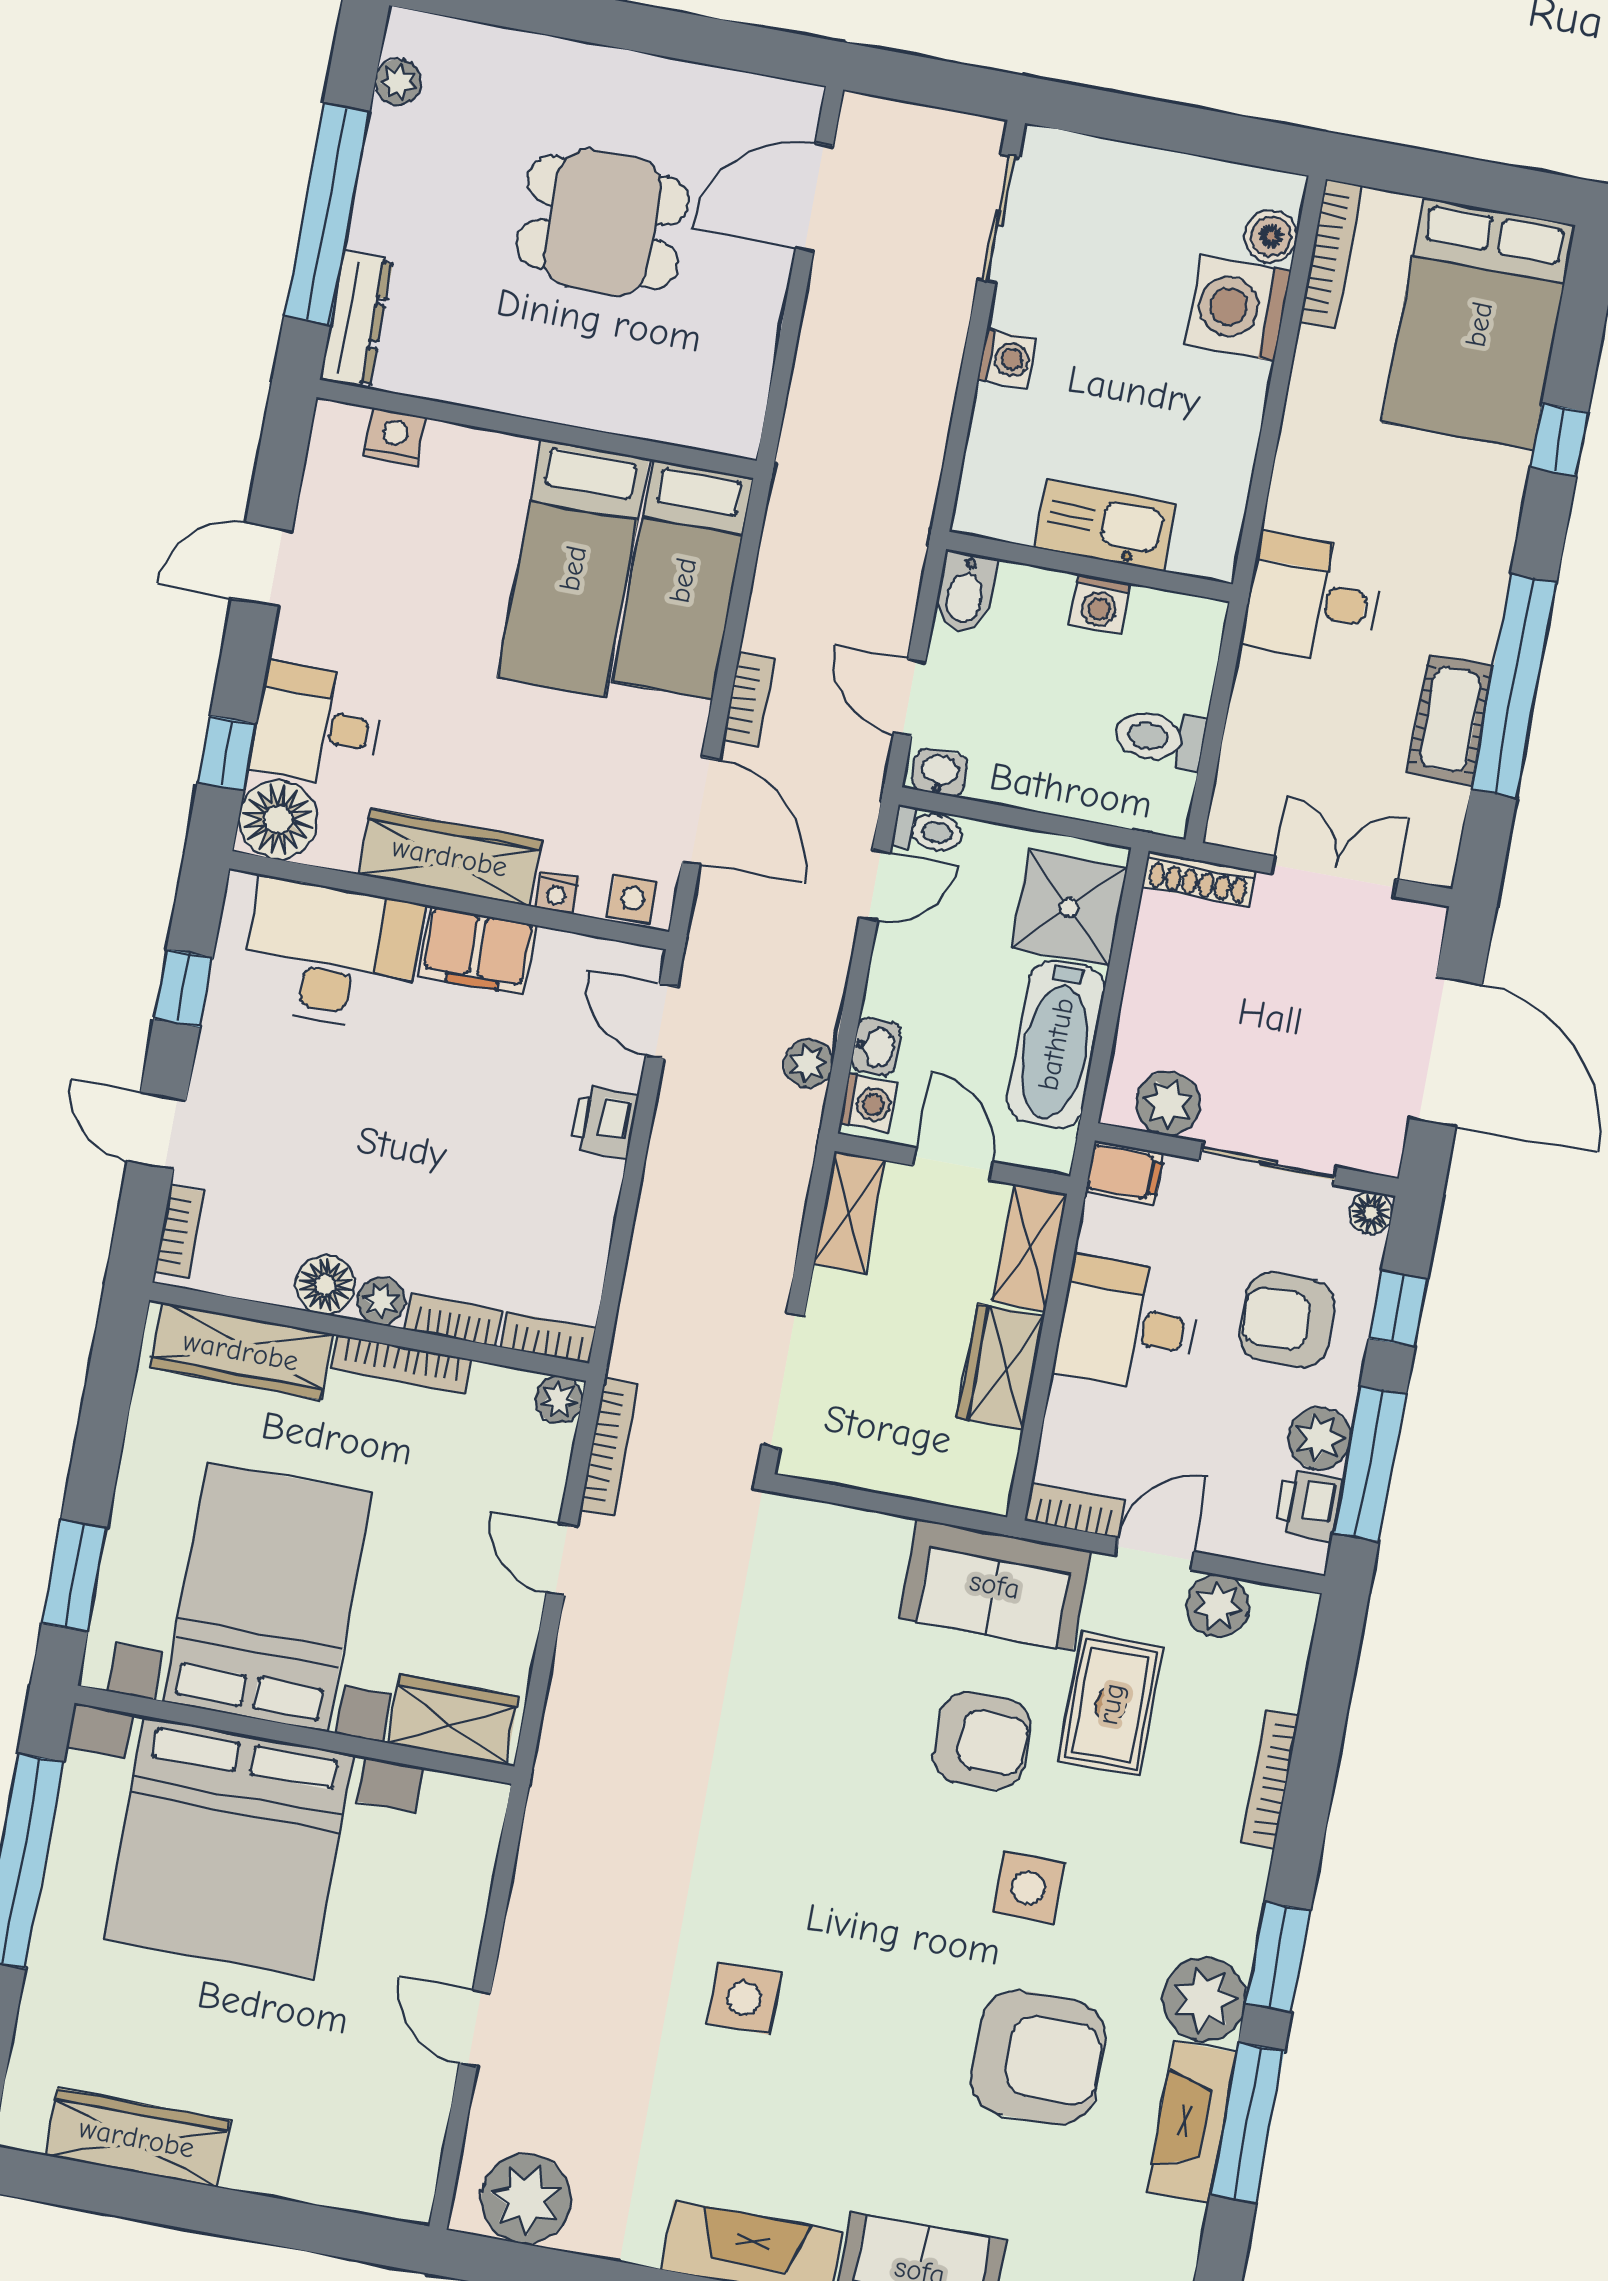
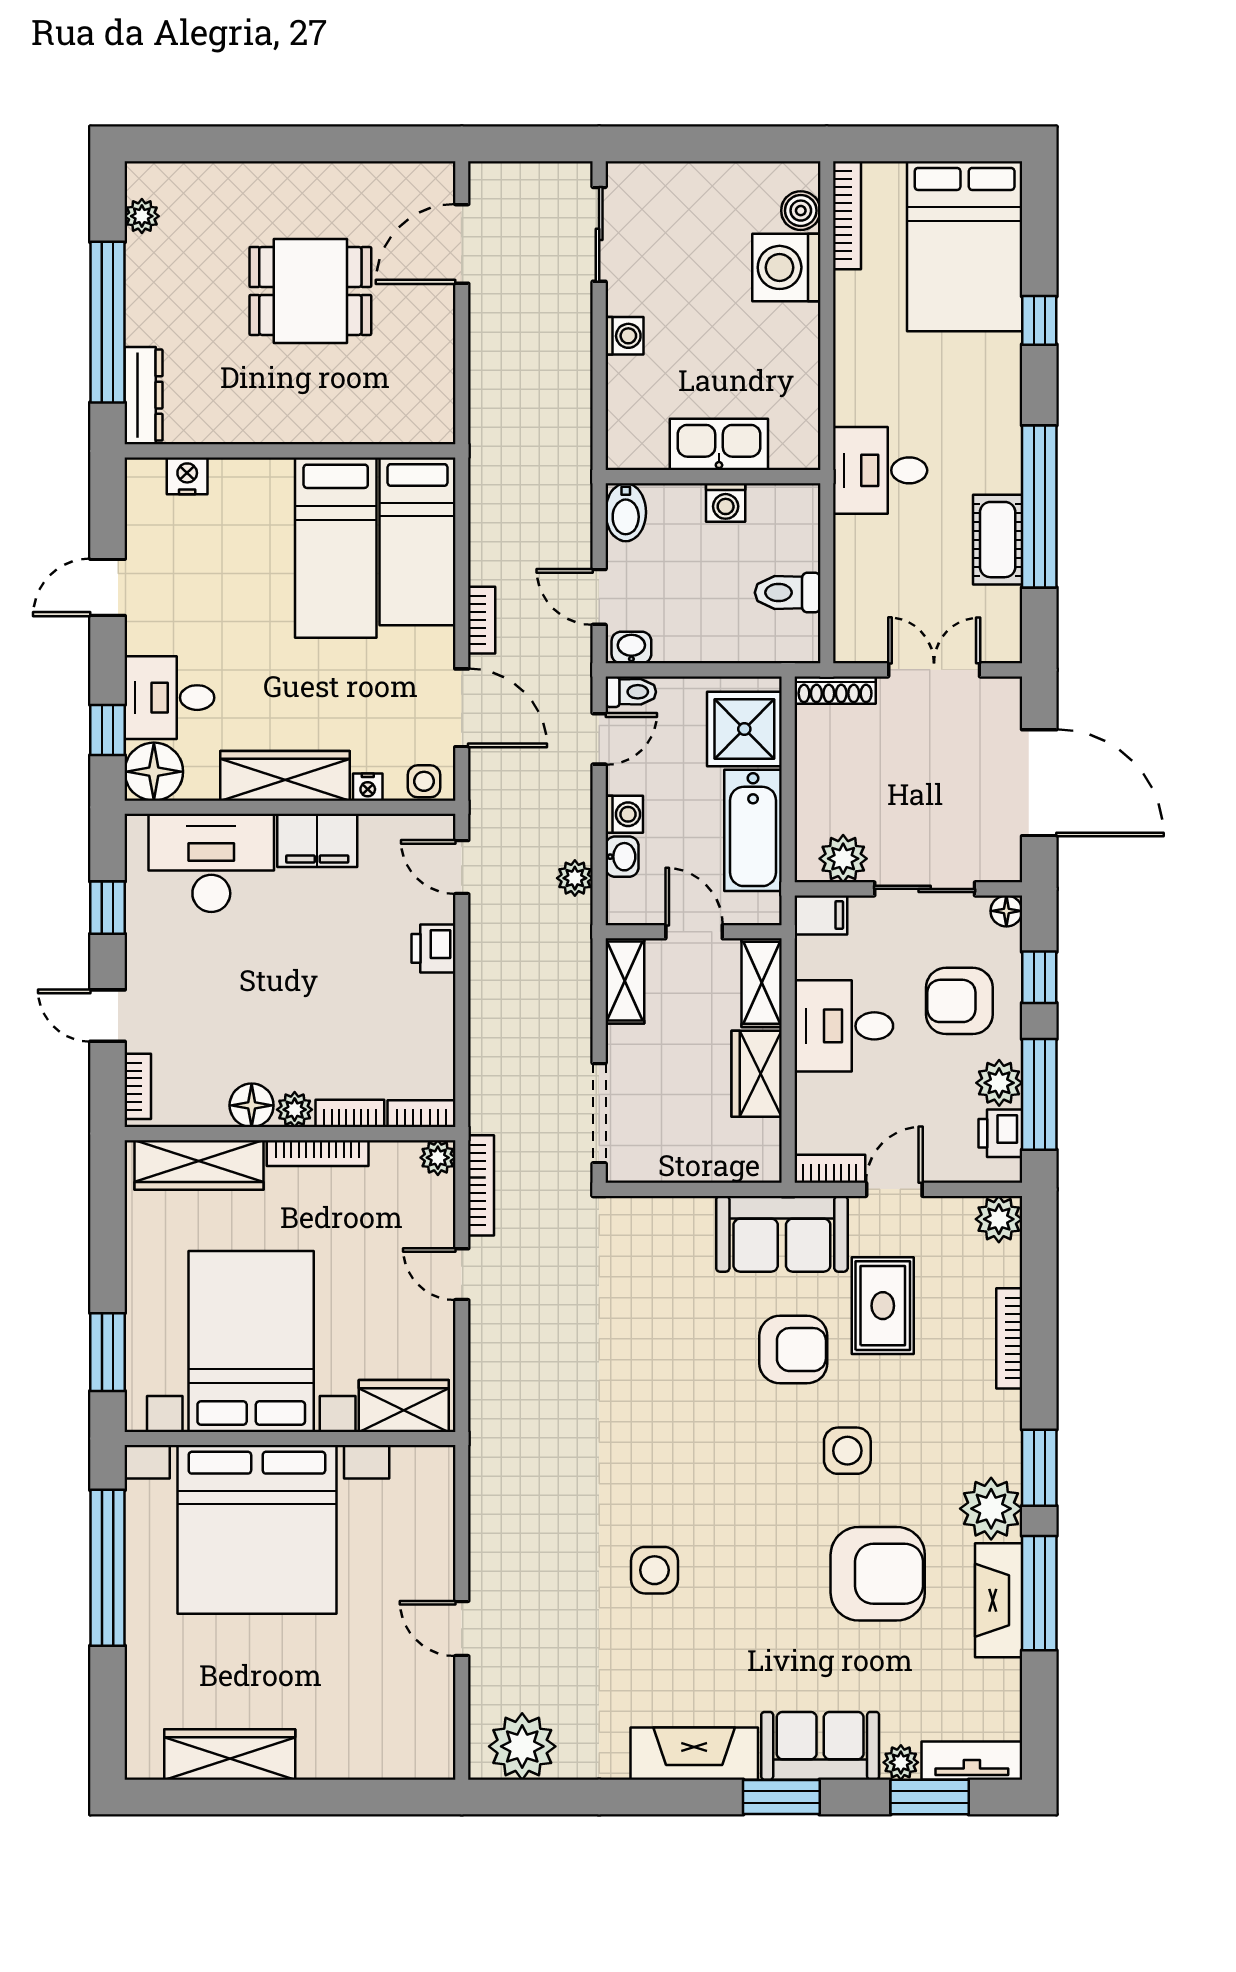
washing machine: (869, 1103) -> (624, 814), moved
plant: (1218, 1606) -> (999, 1219), moved

